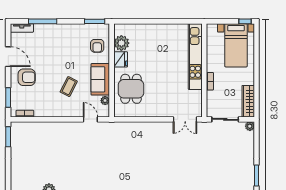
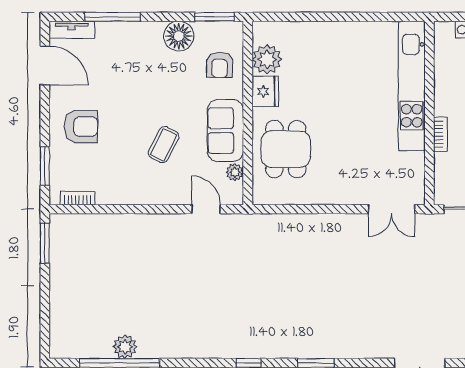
floor lamp: (76, 31) -> (179, 36), added
door: (8, 57) -> (45, 65), moved

